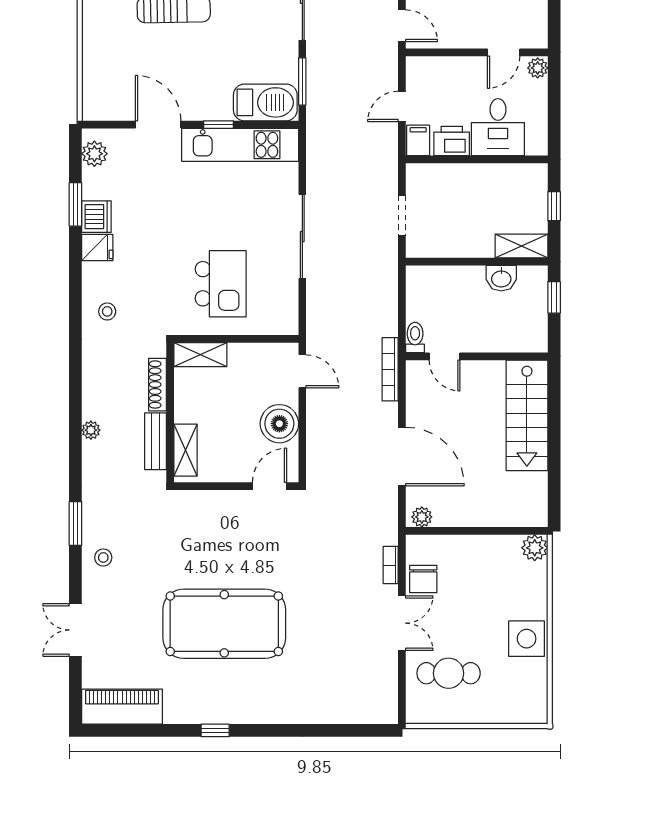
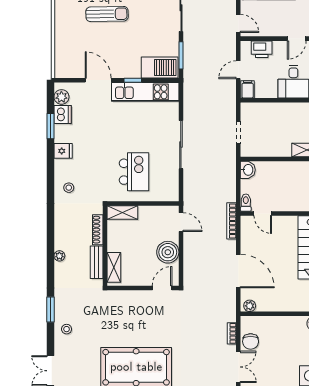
printer: (452, 141) -> (262, 49), moved, turned 180
dishwasher: (96, 217) -> (63, 115), moved
washbasin: (501, 278) -> (248, 170), moved, turned -90

